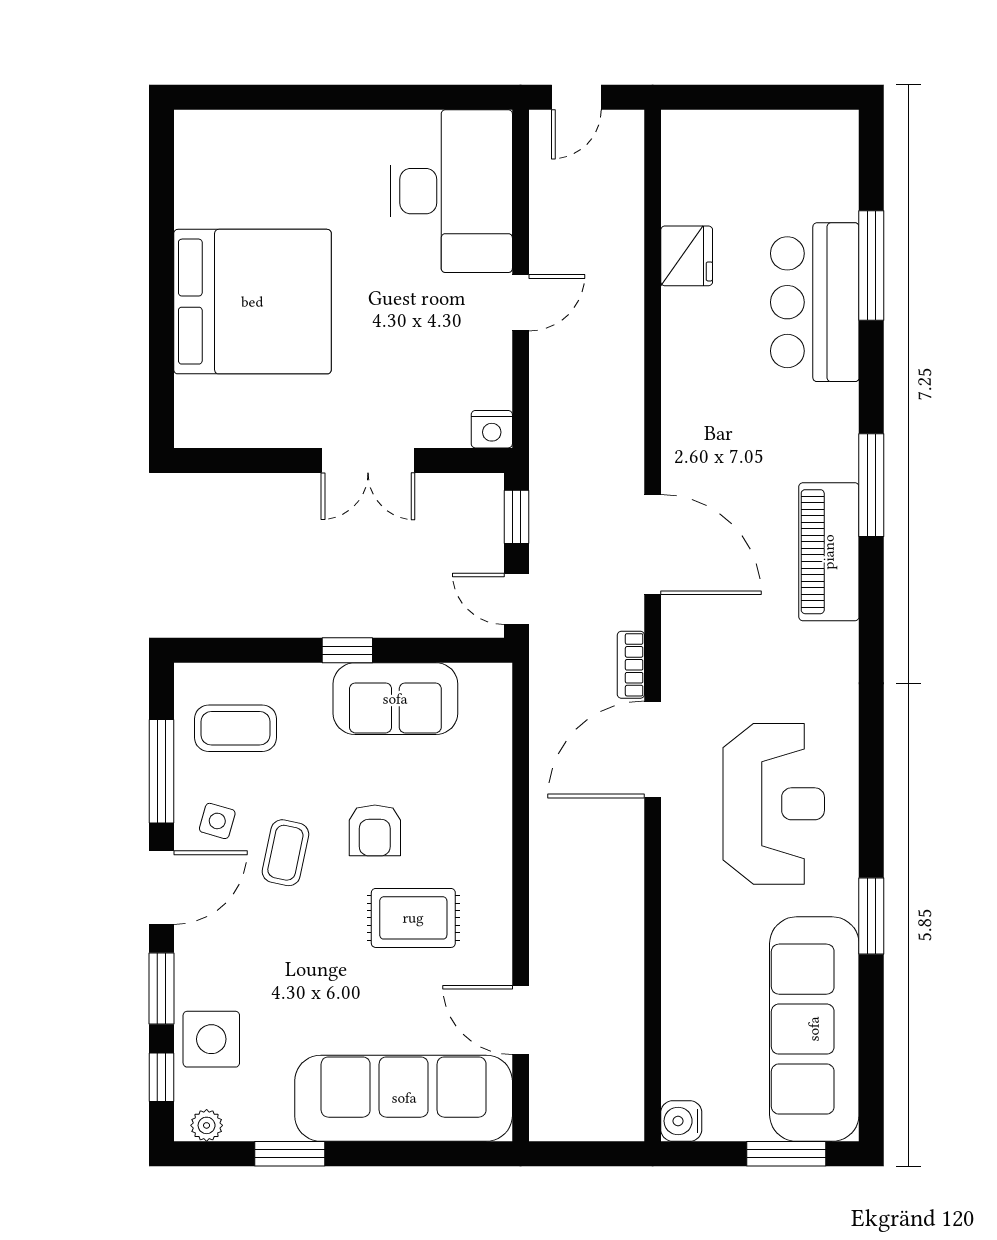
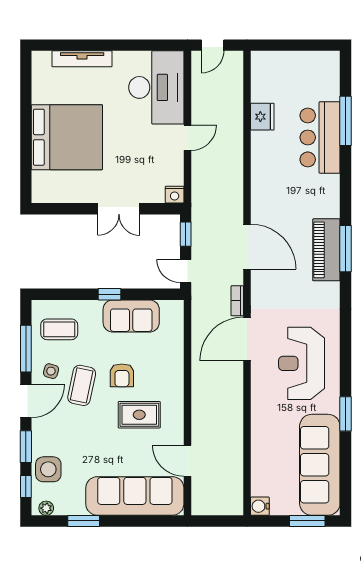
tv unit: (286, 128) -> (82, 59), added
window: (871, 485) -> (346, 249), moved
reception desk: (774, 804) -> (302, 363), turned 180
coffee table: (285, 853) -> (82, 385), width x1.36, depth x1.30

